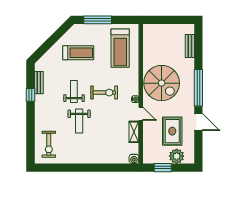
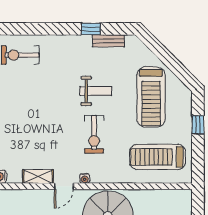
window: (98, 20) -> (198, 125), width x0.46
treadmill: (78, 53) -> (151, 97), width x1.37, depth x1.38
weight bench: (79, 121) -> (53, 98), removed

